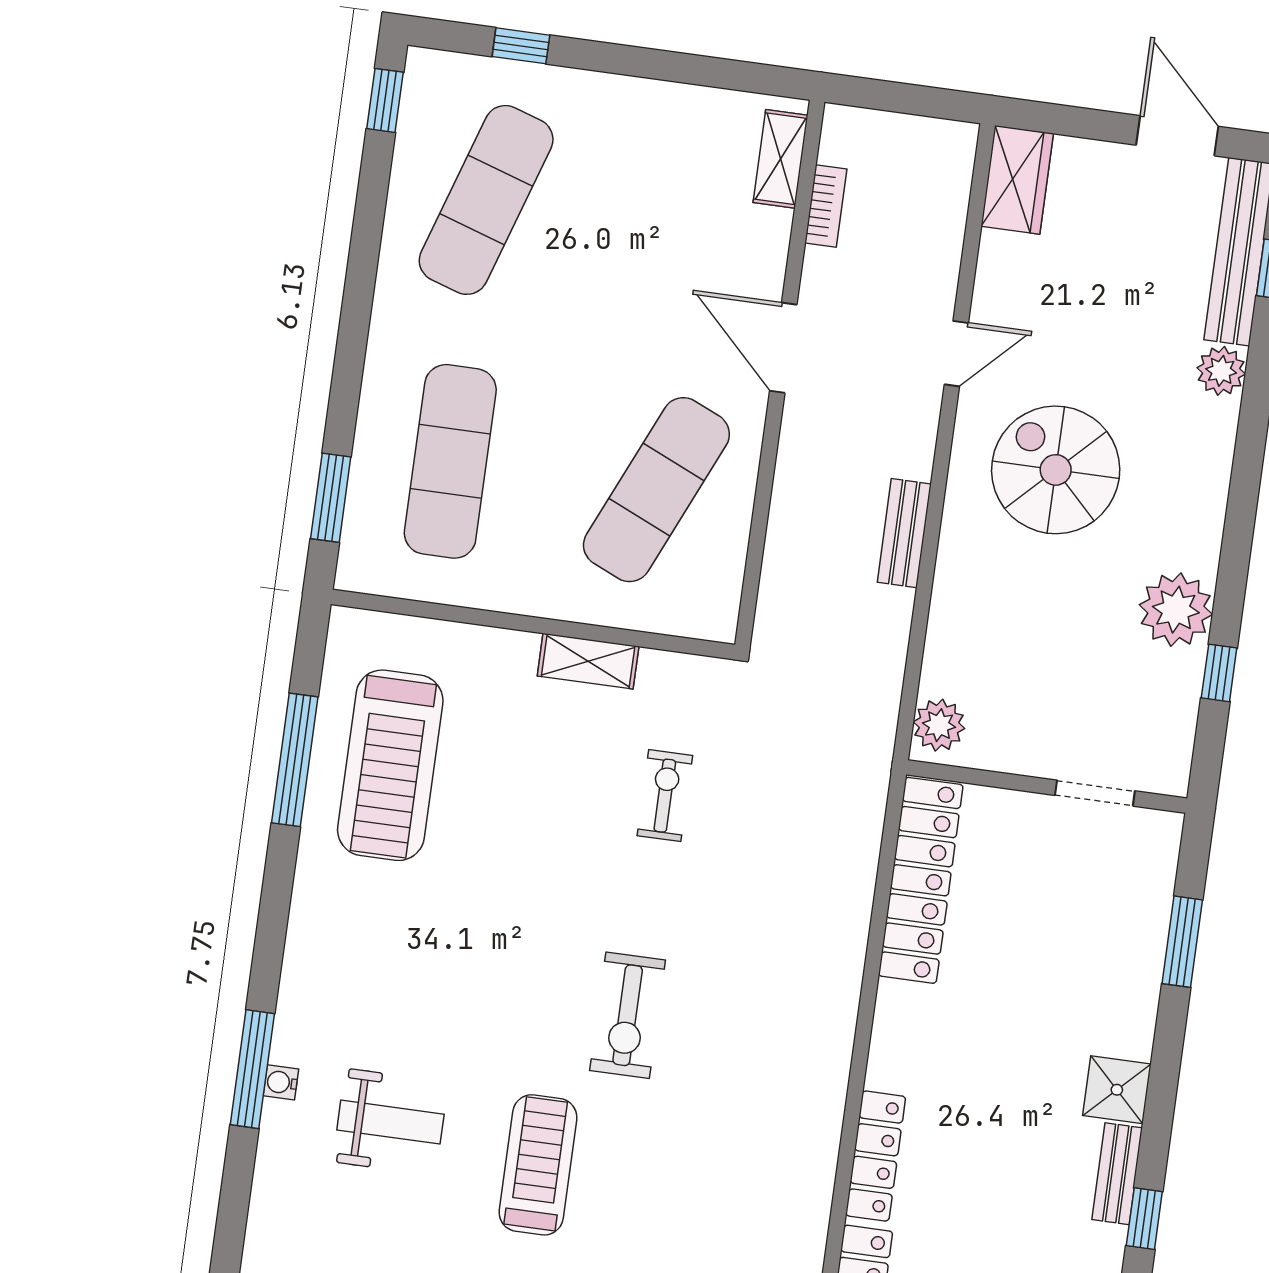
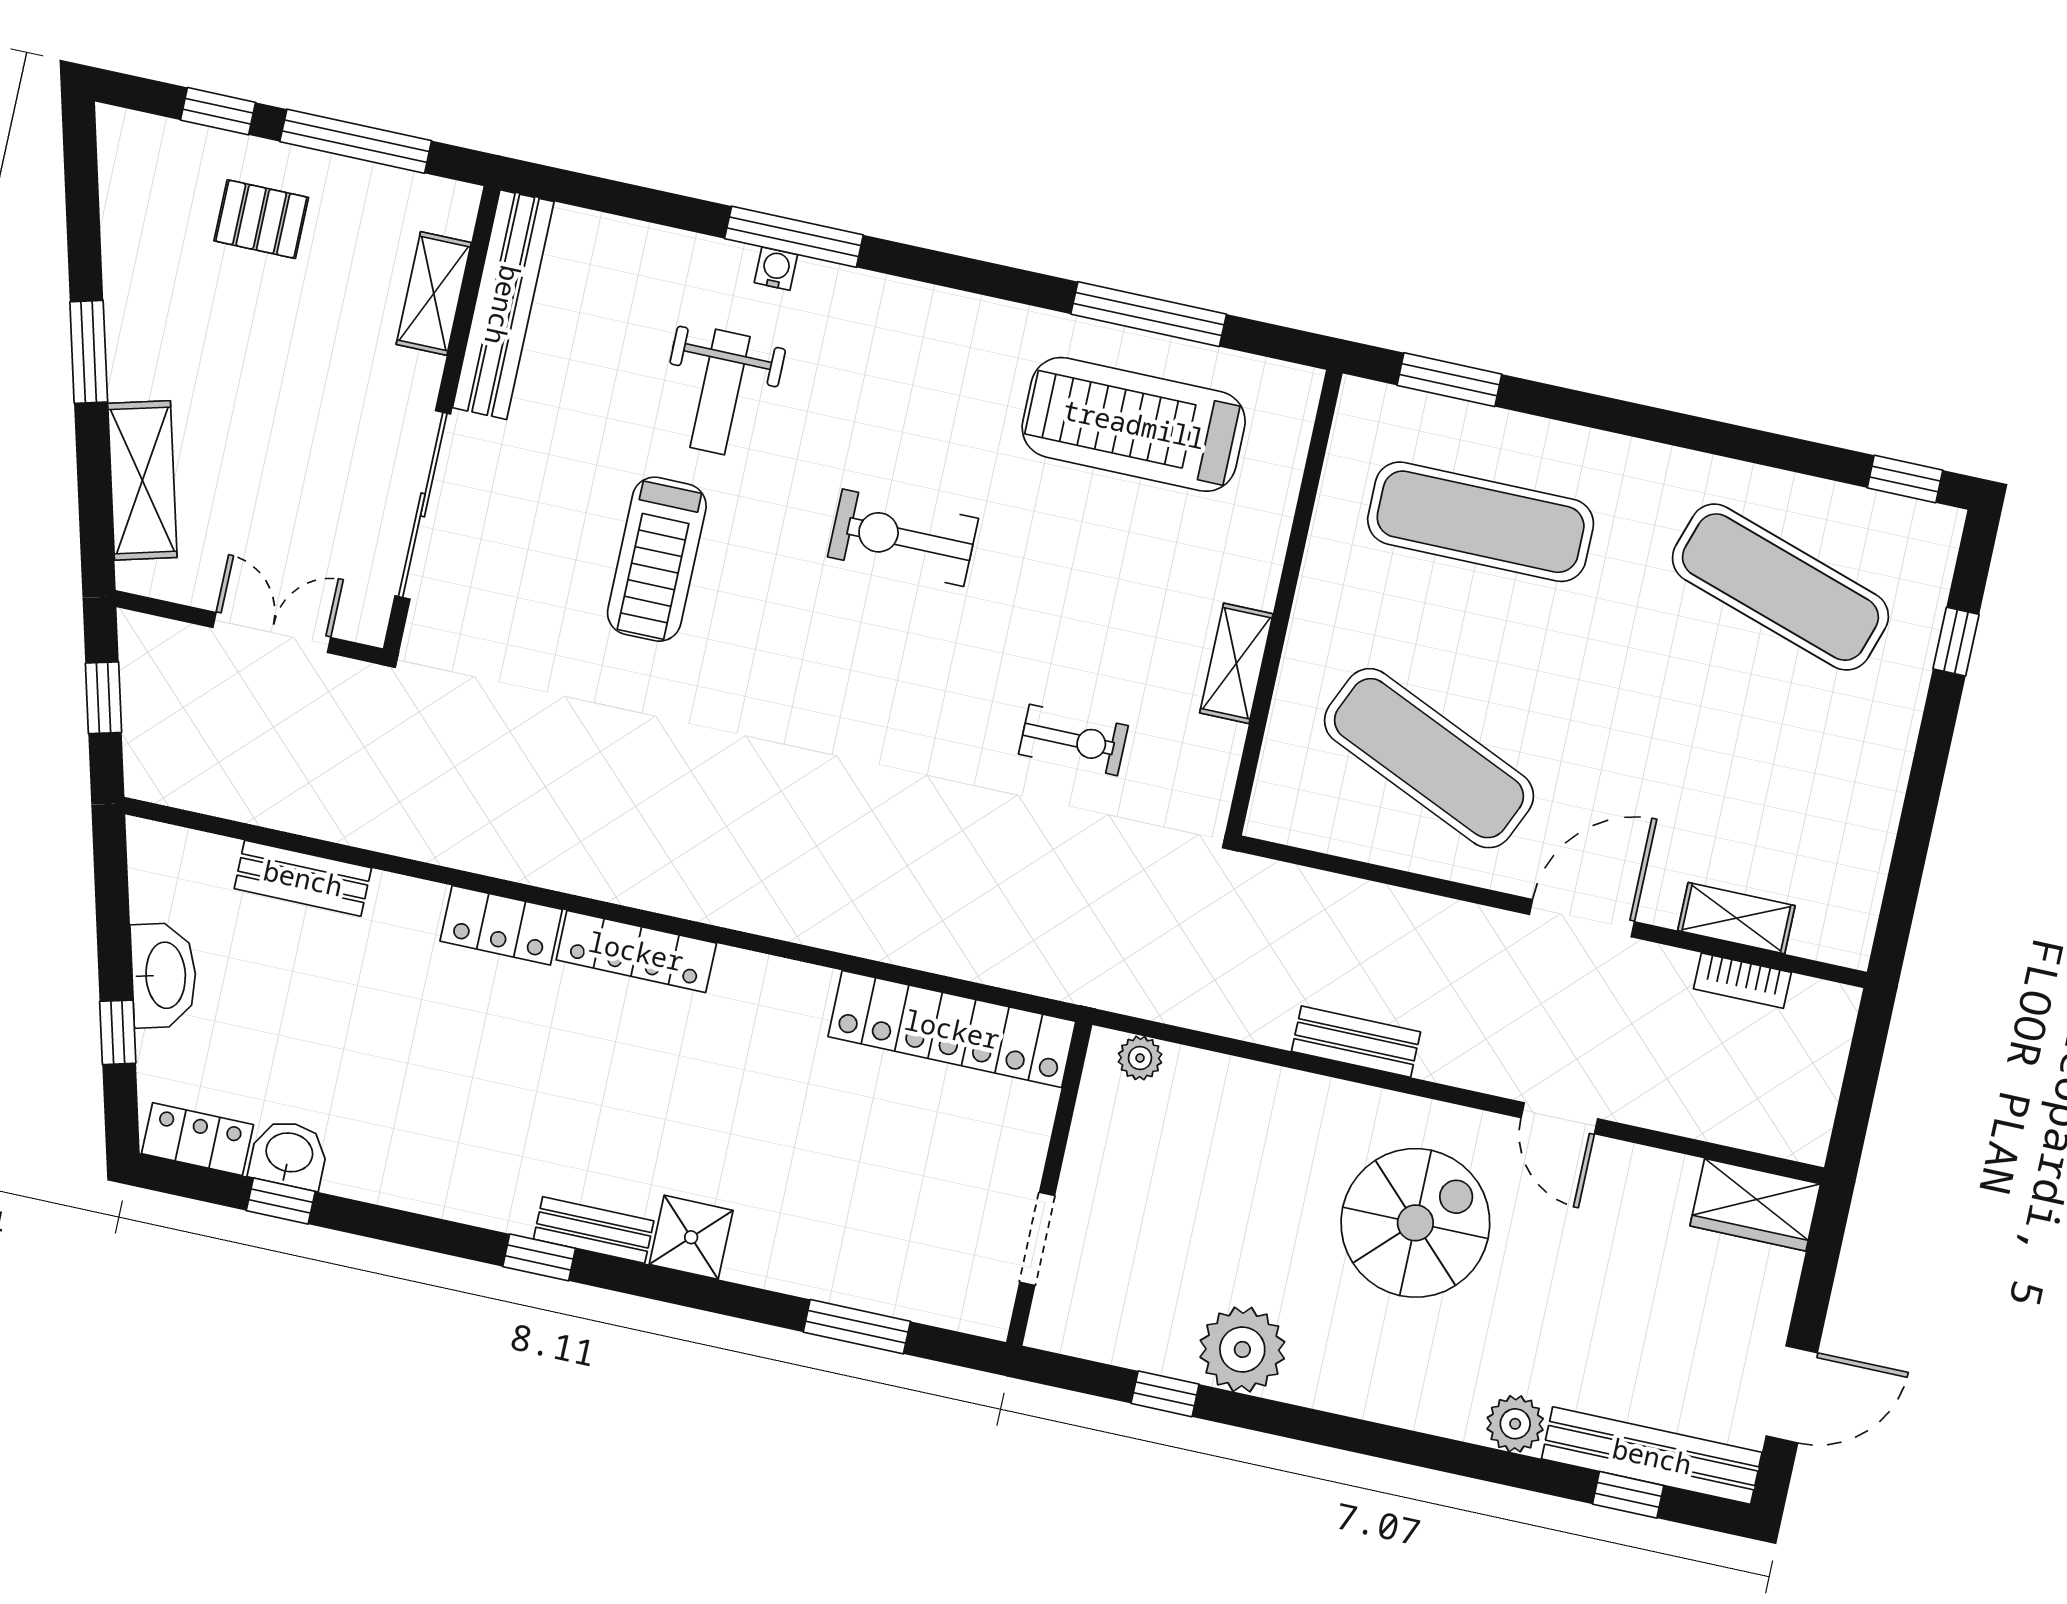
shelving: (781, 159) -> (1736, 918), moved
plant: (939, 725) -> (1140, 1058), width x0.73, depth x0.73
exercise bike: (628, 1015) -> (903, 538), moved
treadmill: (538, 1165) -> (657, 559), turned 90

